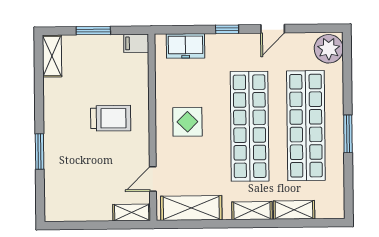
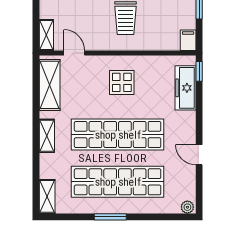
window: (227, 29) -> (199, 71), moved
freezer: (185, 46) -> (185, 88), width x1.40
plant: (329, 49) -> (187, 207), width x0.53, depth x0.53
shelving: (294, 210) -> (47, 196), moved

